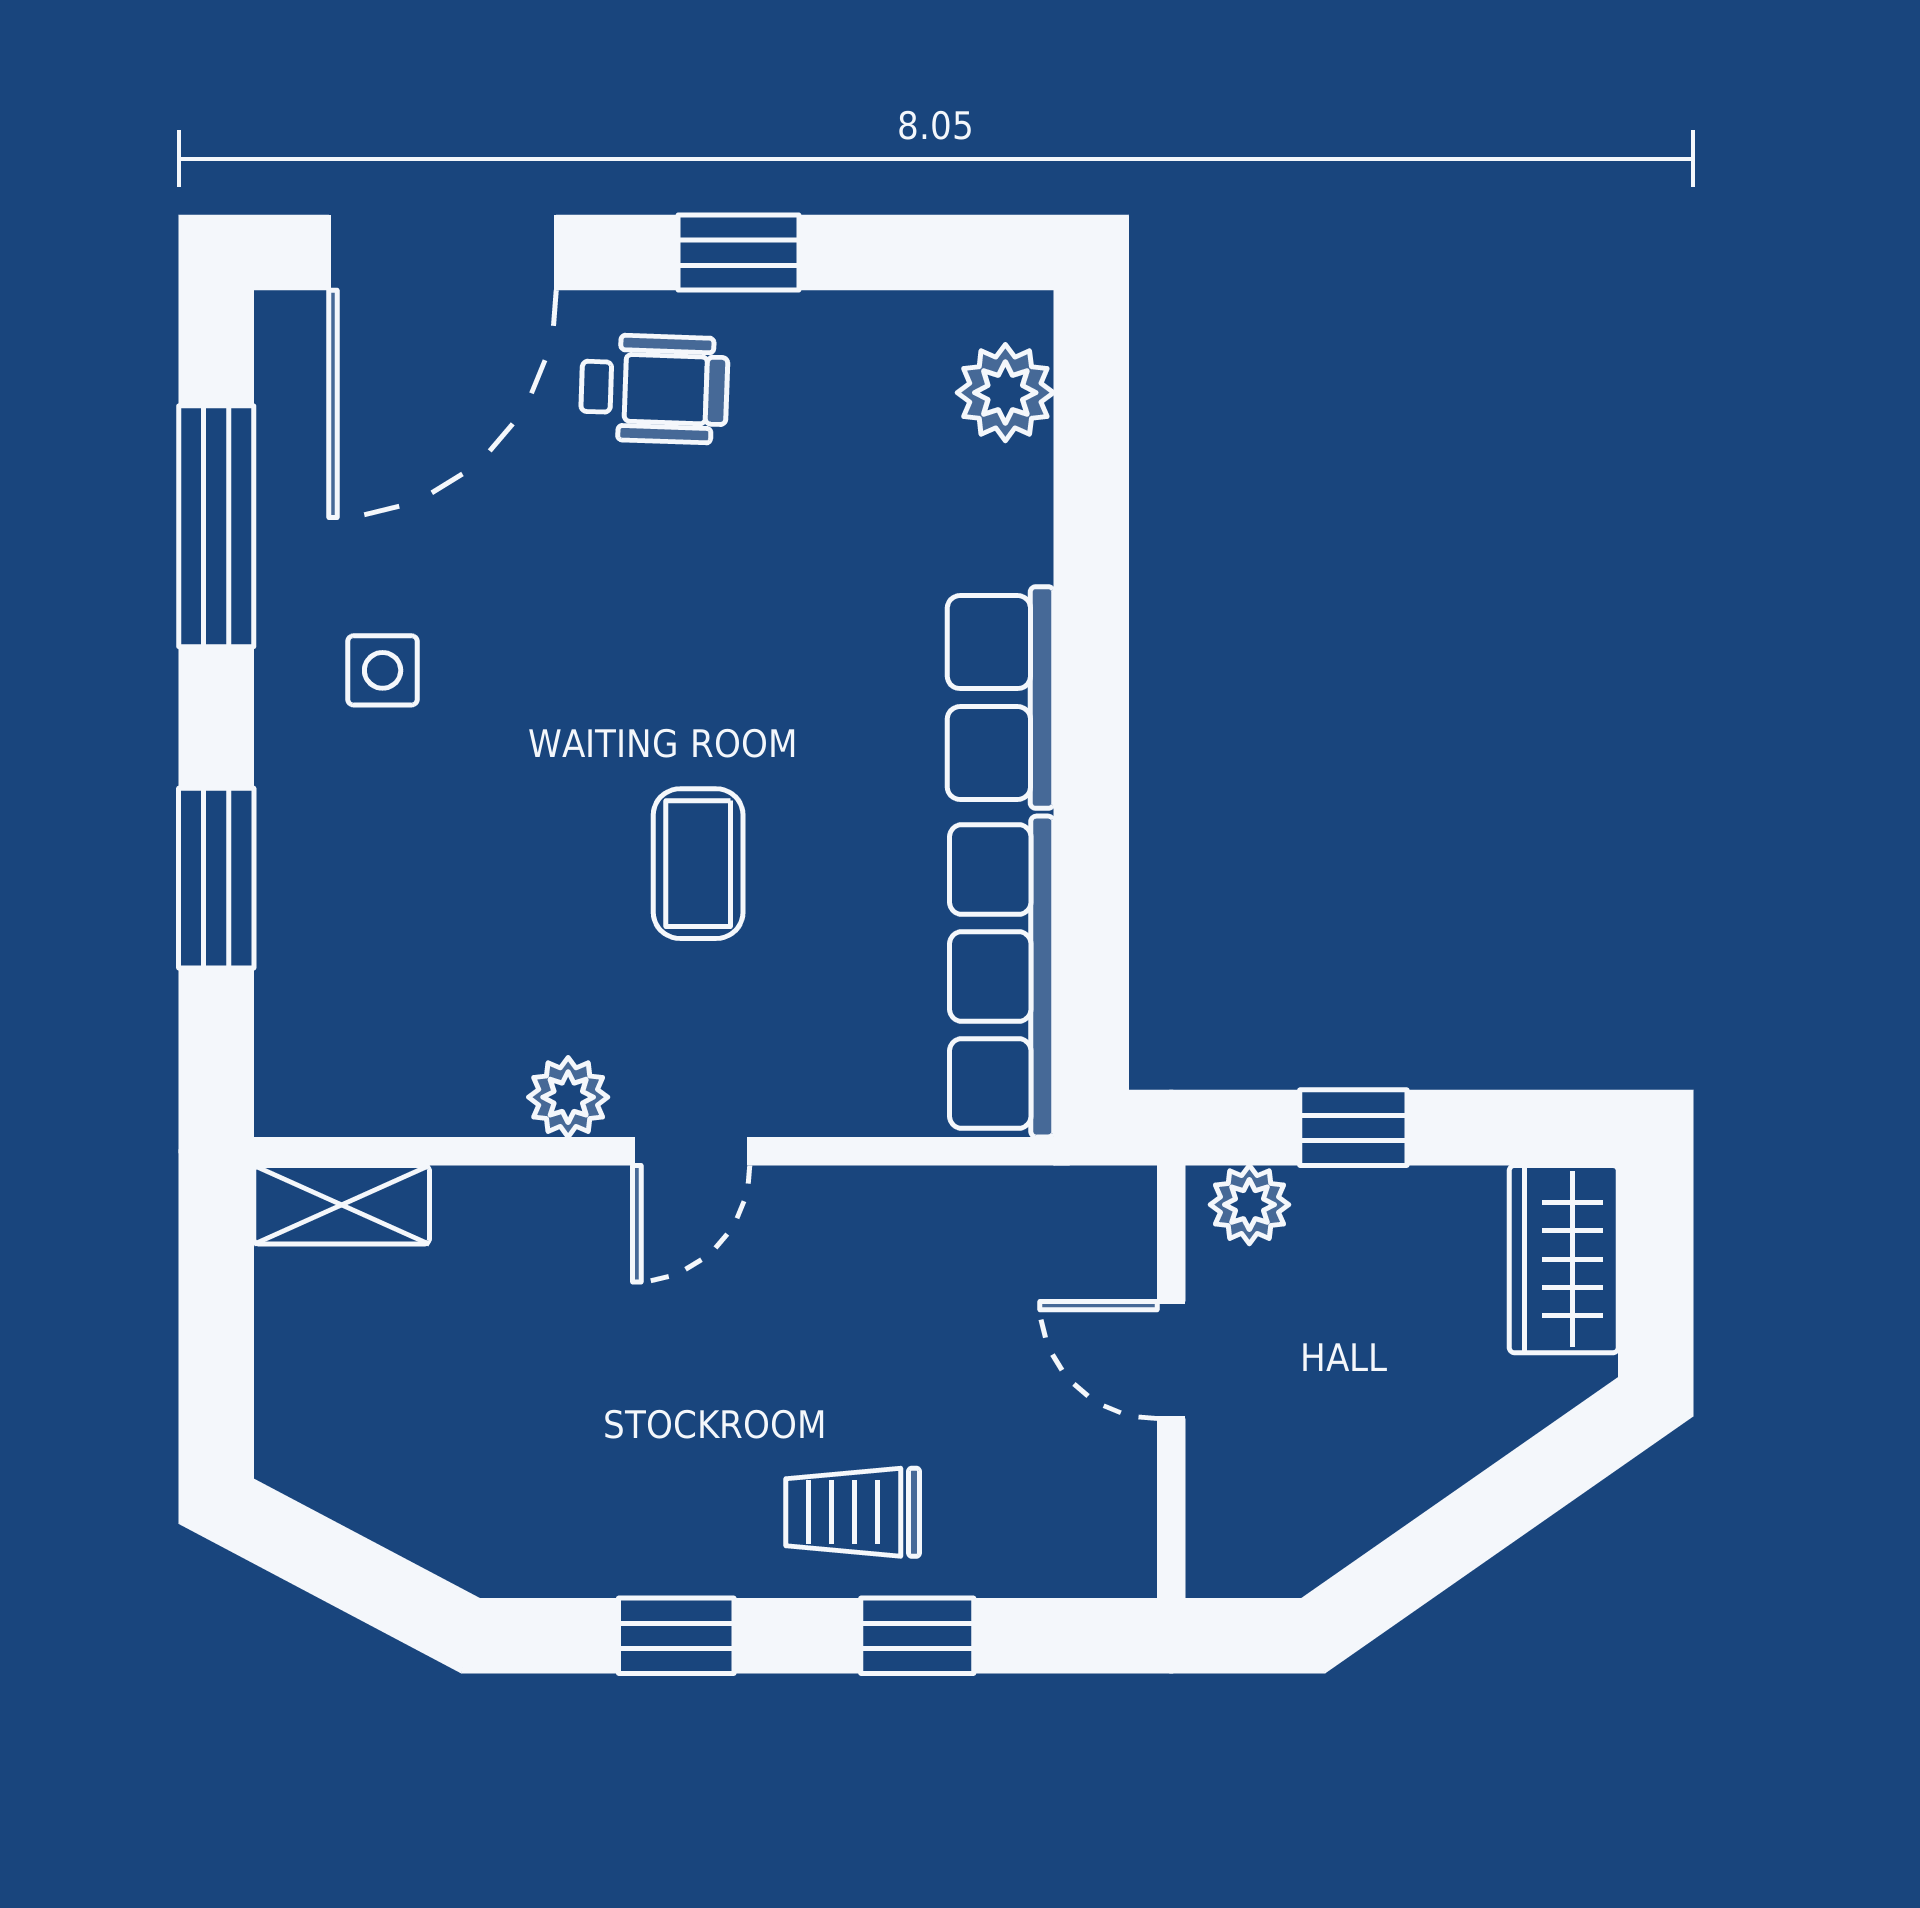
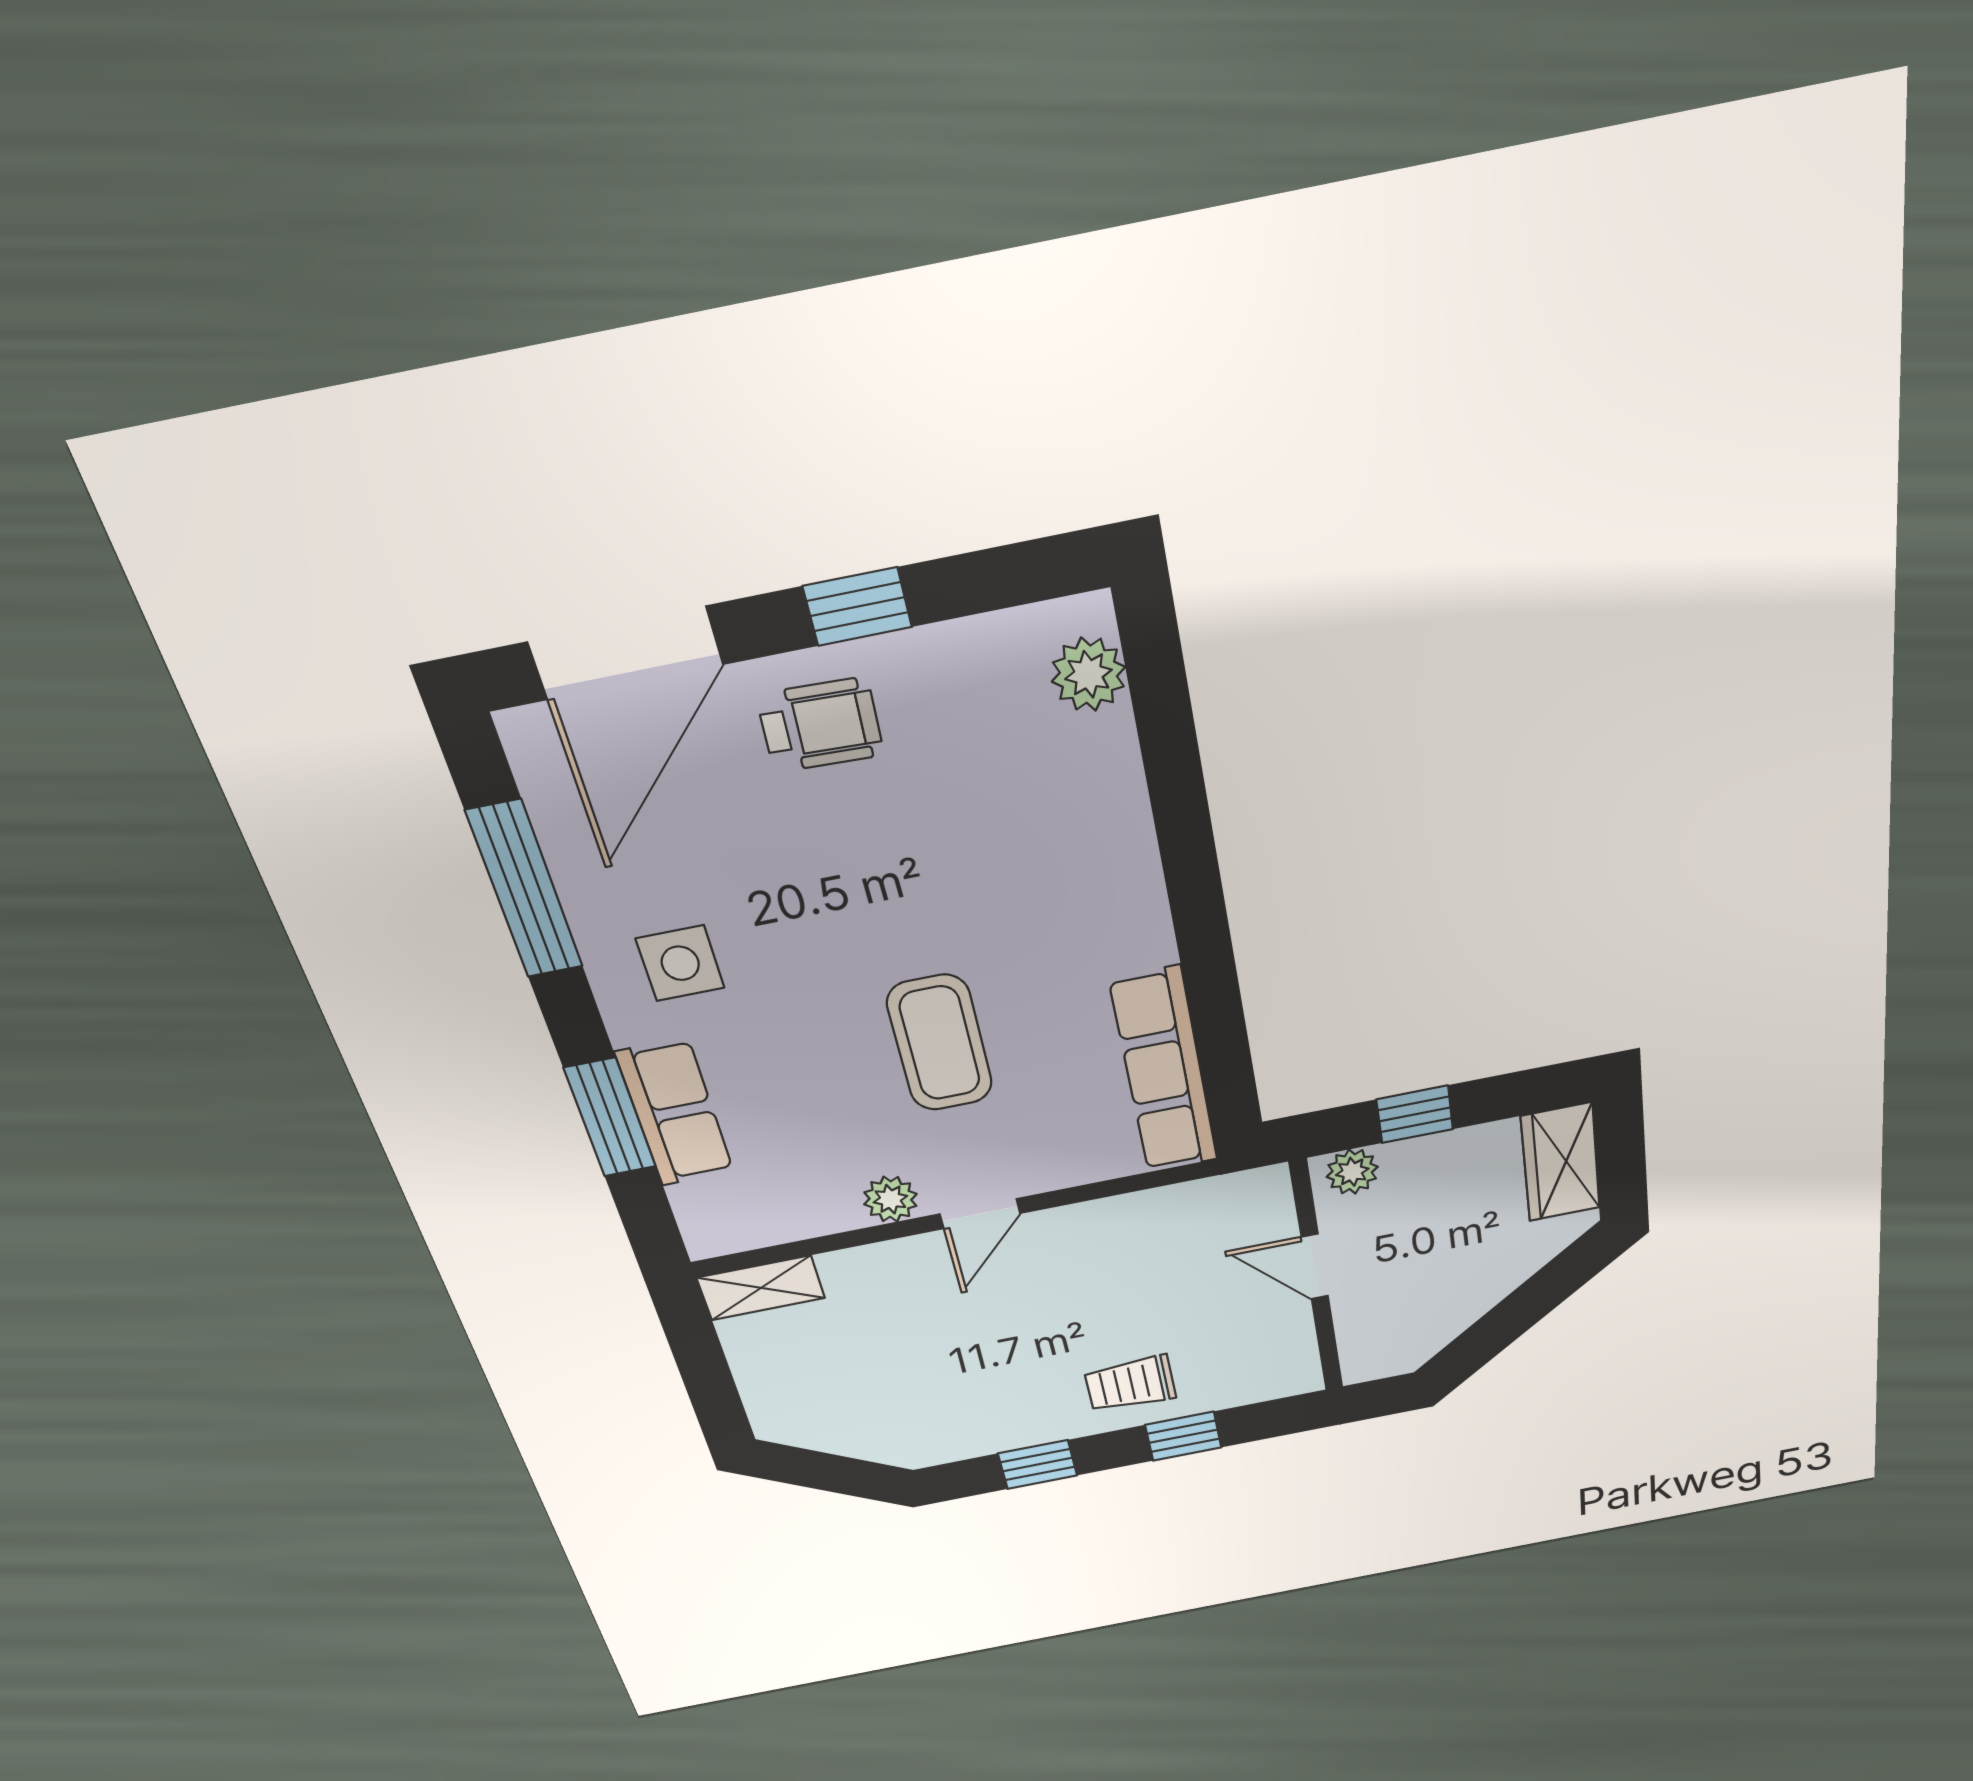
side table: (383, 670) -> (680, 963), width x1.37, depth x1.37
row of seats: (1001, 698) -> (675, 1113), moved, turned 180
coffee table: (698, 864) -> (940, 1043), width x1.36, depth x1.30

